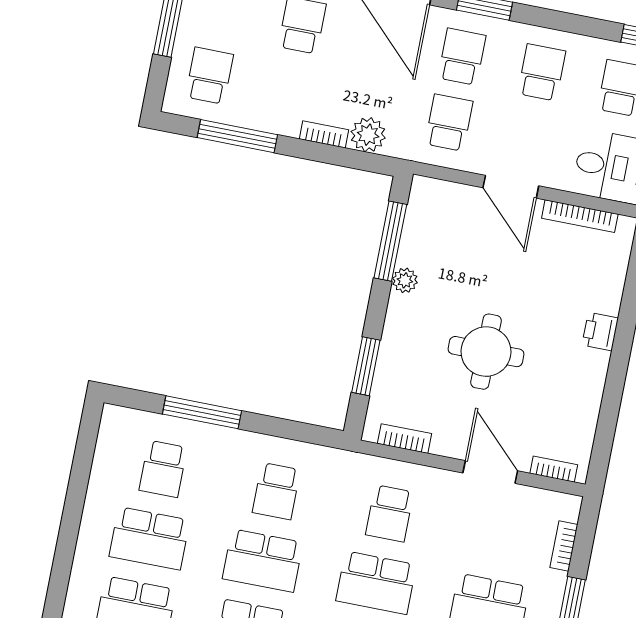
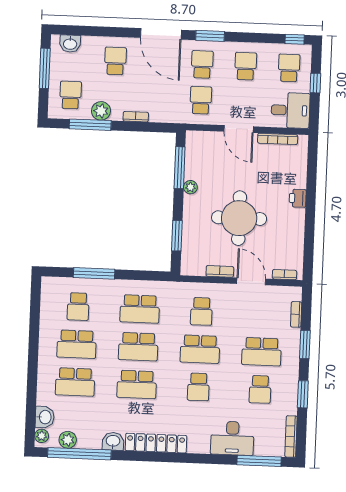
plant: (368, 135) -> (101, 111), moved
round table: (486, 352) -> (239, 218), width x1.36, depth x1.36
bookcase: (405, 439) -> (220, 271), moved
school desk: (276, 491) -> (140, 309), width x1.85

